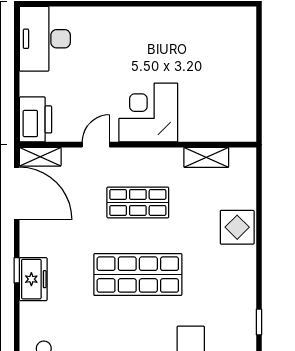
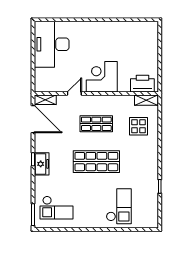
desk: (45, 39) -> (52, 44), width x1.36, depth x1.30
printer: (36, 119) -> (142, 84), moved, turned -90
shelving: (206, 157) -> (146, 100), moved
display table: (237, 227) -> (138, 126), moved

